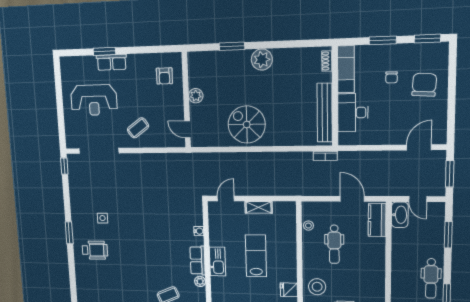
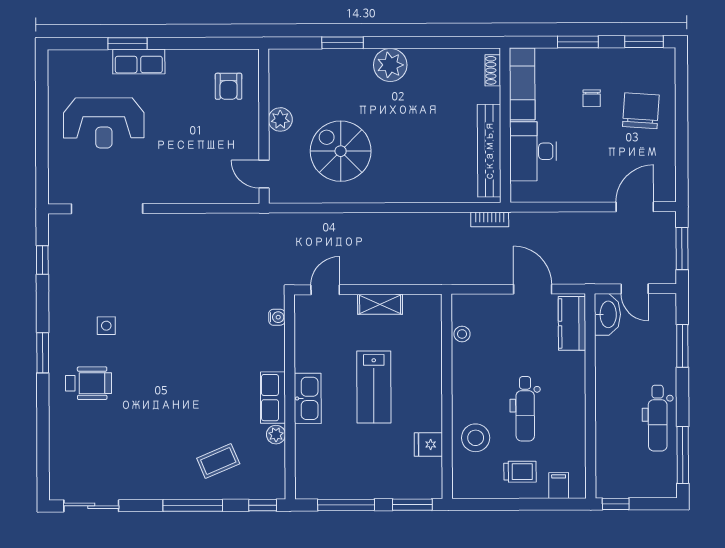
spiral stairs: (247, 125) -> (341, 151), moved
coffee table: (138, 128) -> (179, 170), removed
window: (64, 166) -> (42, 260), moved
water cooler: (199, 231) -> (277, 317), moved
dental chair: (334, 244) -> (525, 409), moved
lab bench: (256, 256) -> (374, 387), turned 180

